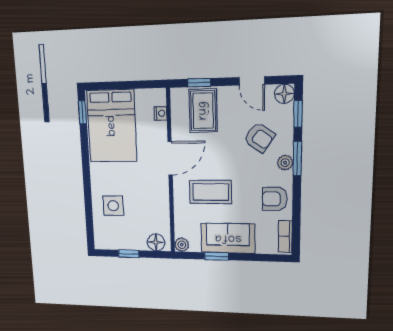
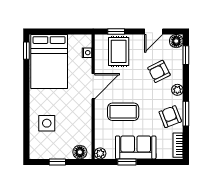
door: (252, 81) -> (154, 31), hinge flipped
armchair: (259, 137) -> (159, 71), turned 118
window: (297, 158) -> (186, 114), moved
armchair: (275, 199) -> (170, 117), turned 69

